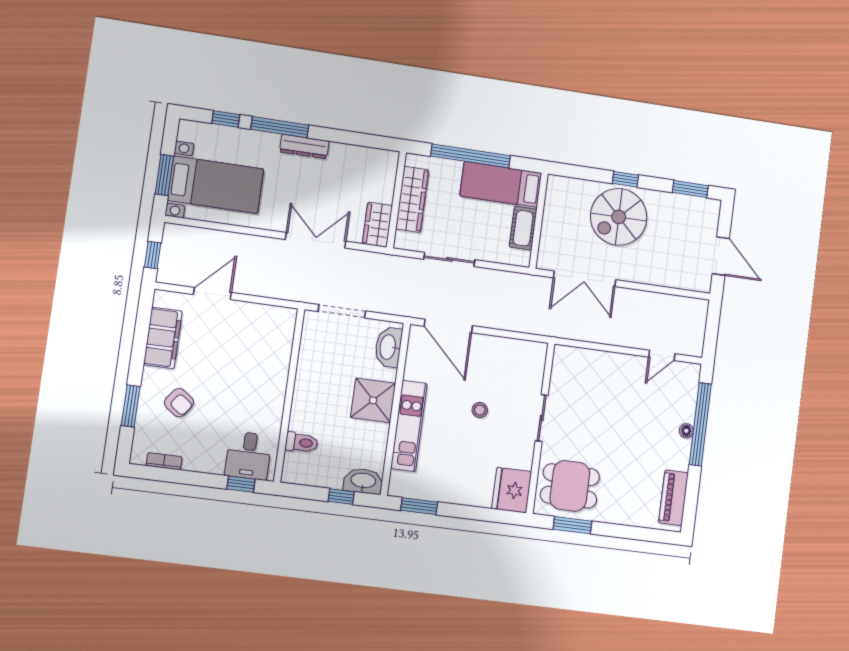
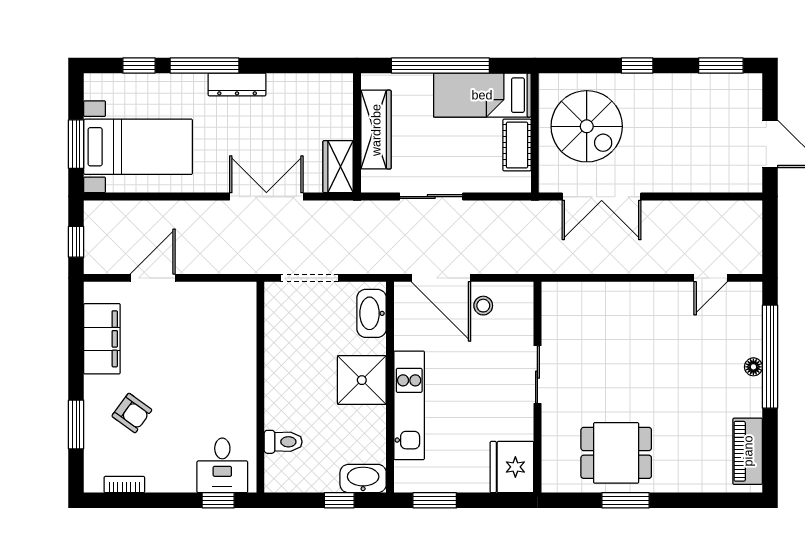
spiral stairs: (619, 217) -> (587, 126), moved, turned -90
stool: (480, 410) -> (483, 306), moved
sliding door: (542, 418) -> (537, 375), moved
wall: (540, 428) -> (537, 387), moved
fridge: (512, 490) -> (512, 467), moved

